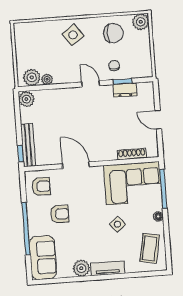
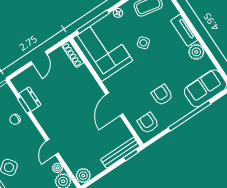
door: (91, 84) -> (52, 147), moved
shoe rack: (132, 154) -> (73, 54), moved

